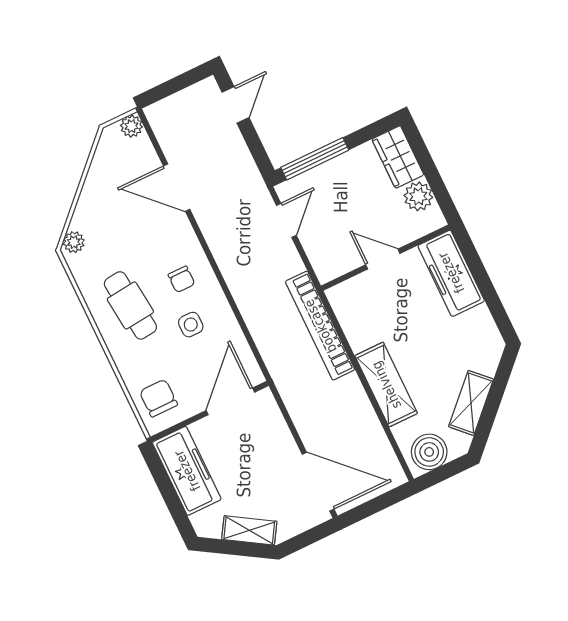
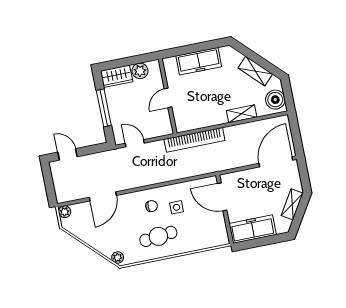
window: (315, 159) -> (104, 108), moved
freezer: (451, 273) -> (199, 61), moved
shelving: (386, 385) -> (242, 114), width x0.67, depth x0.75
chair: (158, 398) -> (211, 234), removed

